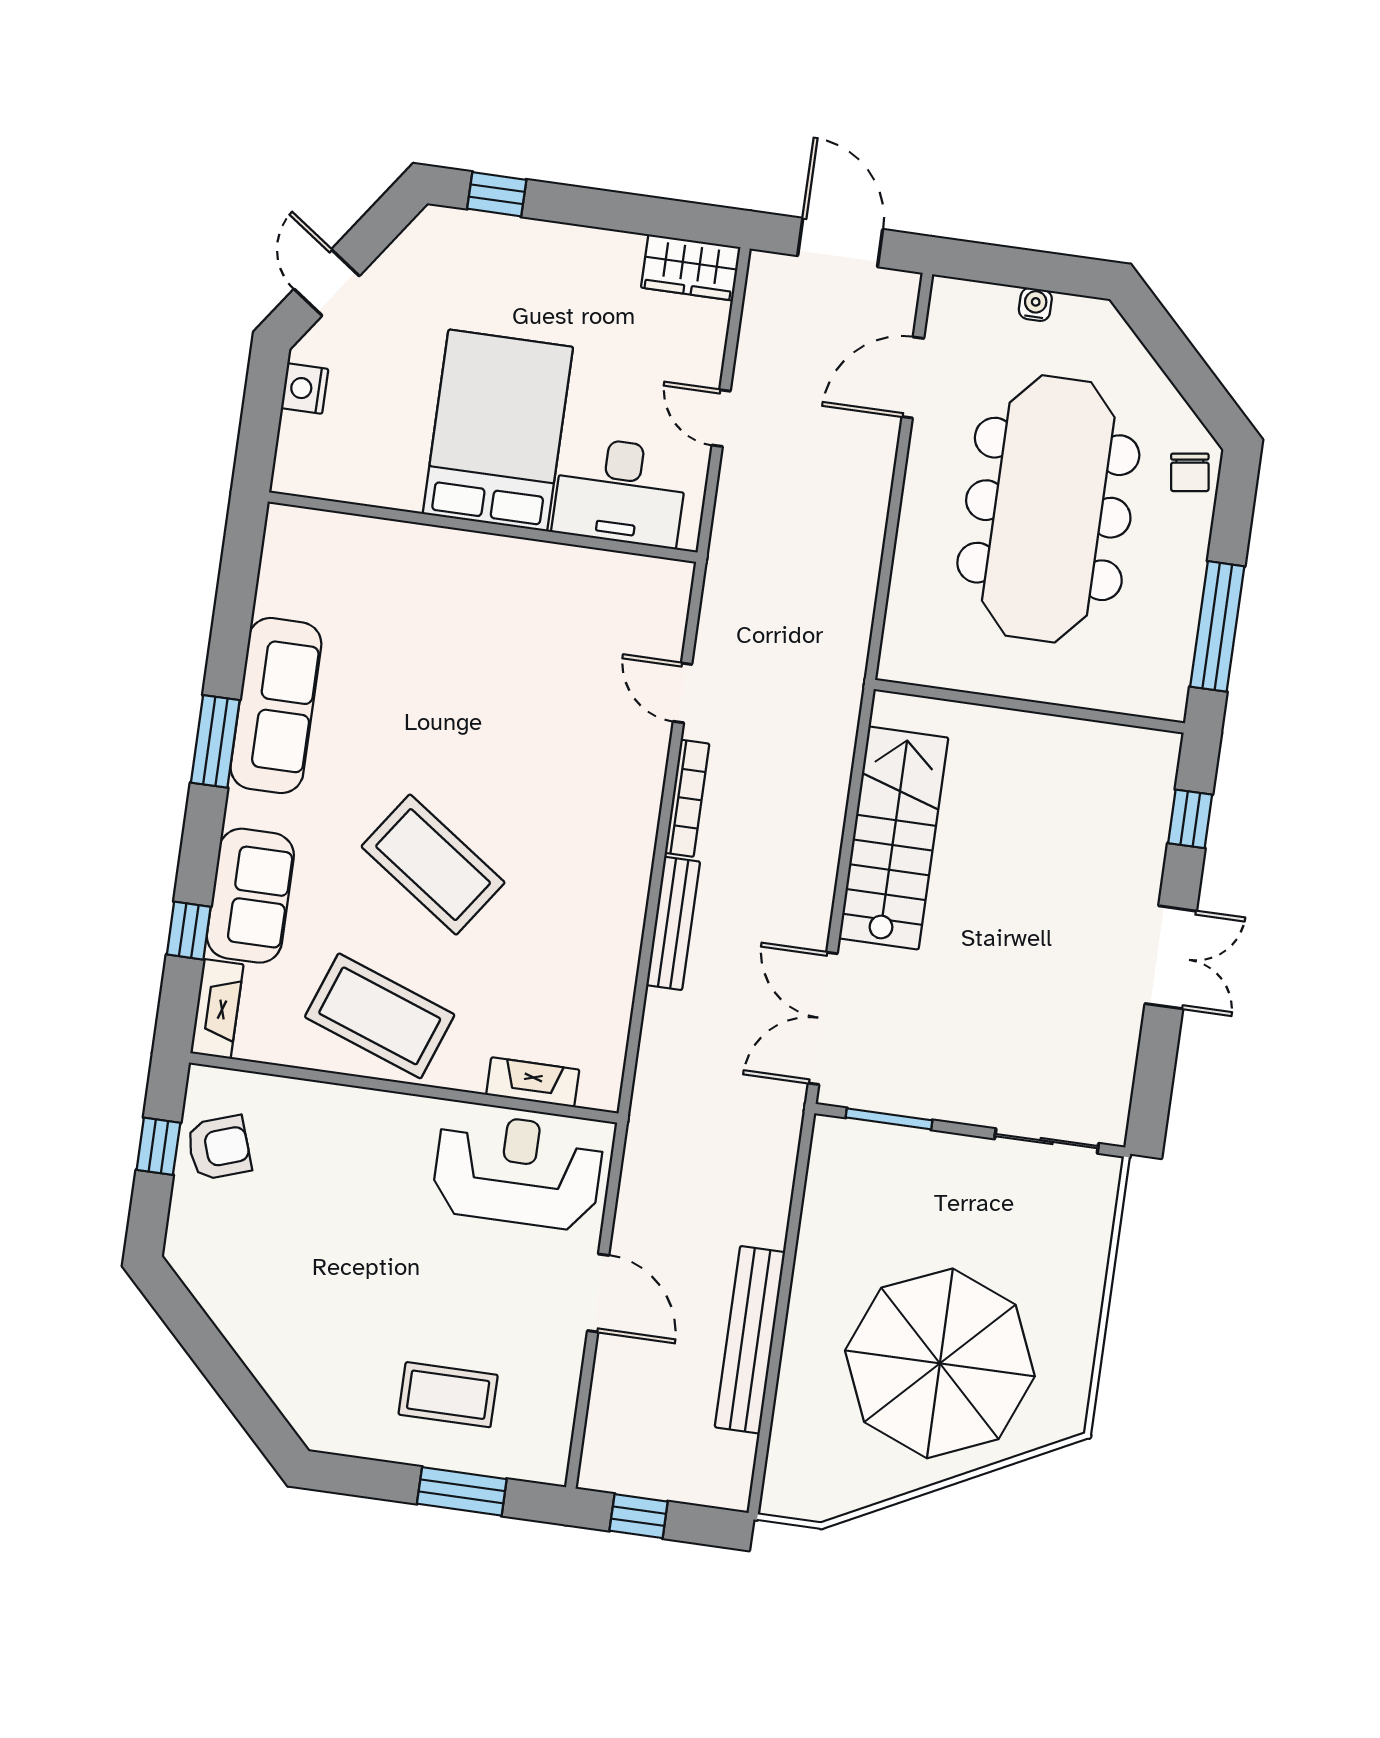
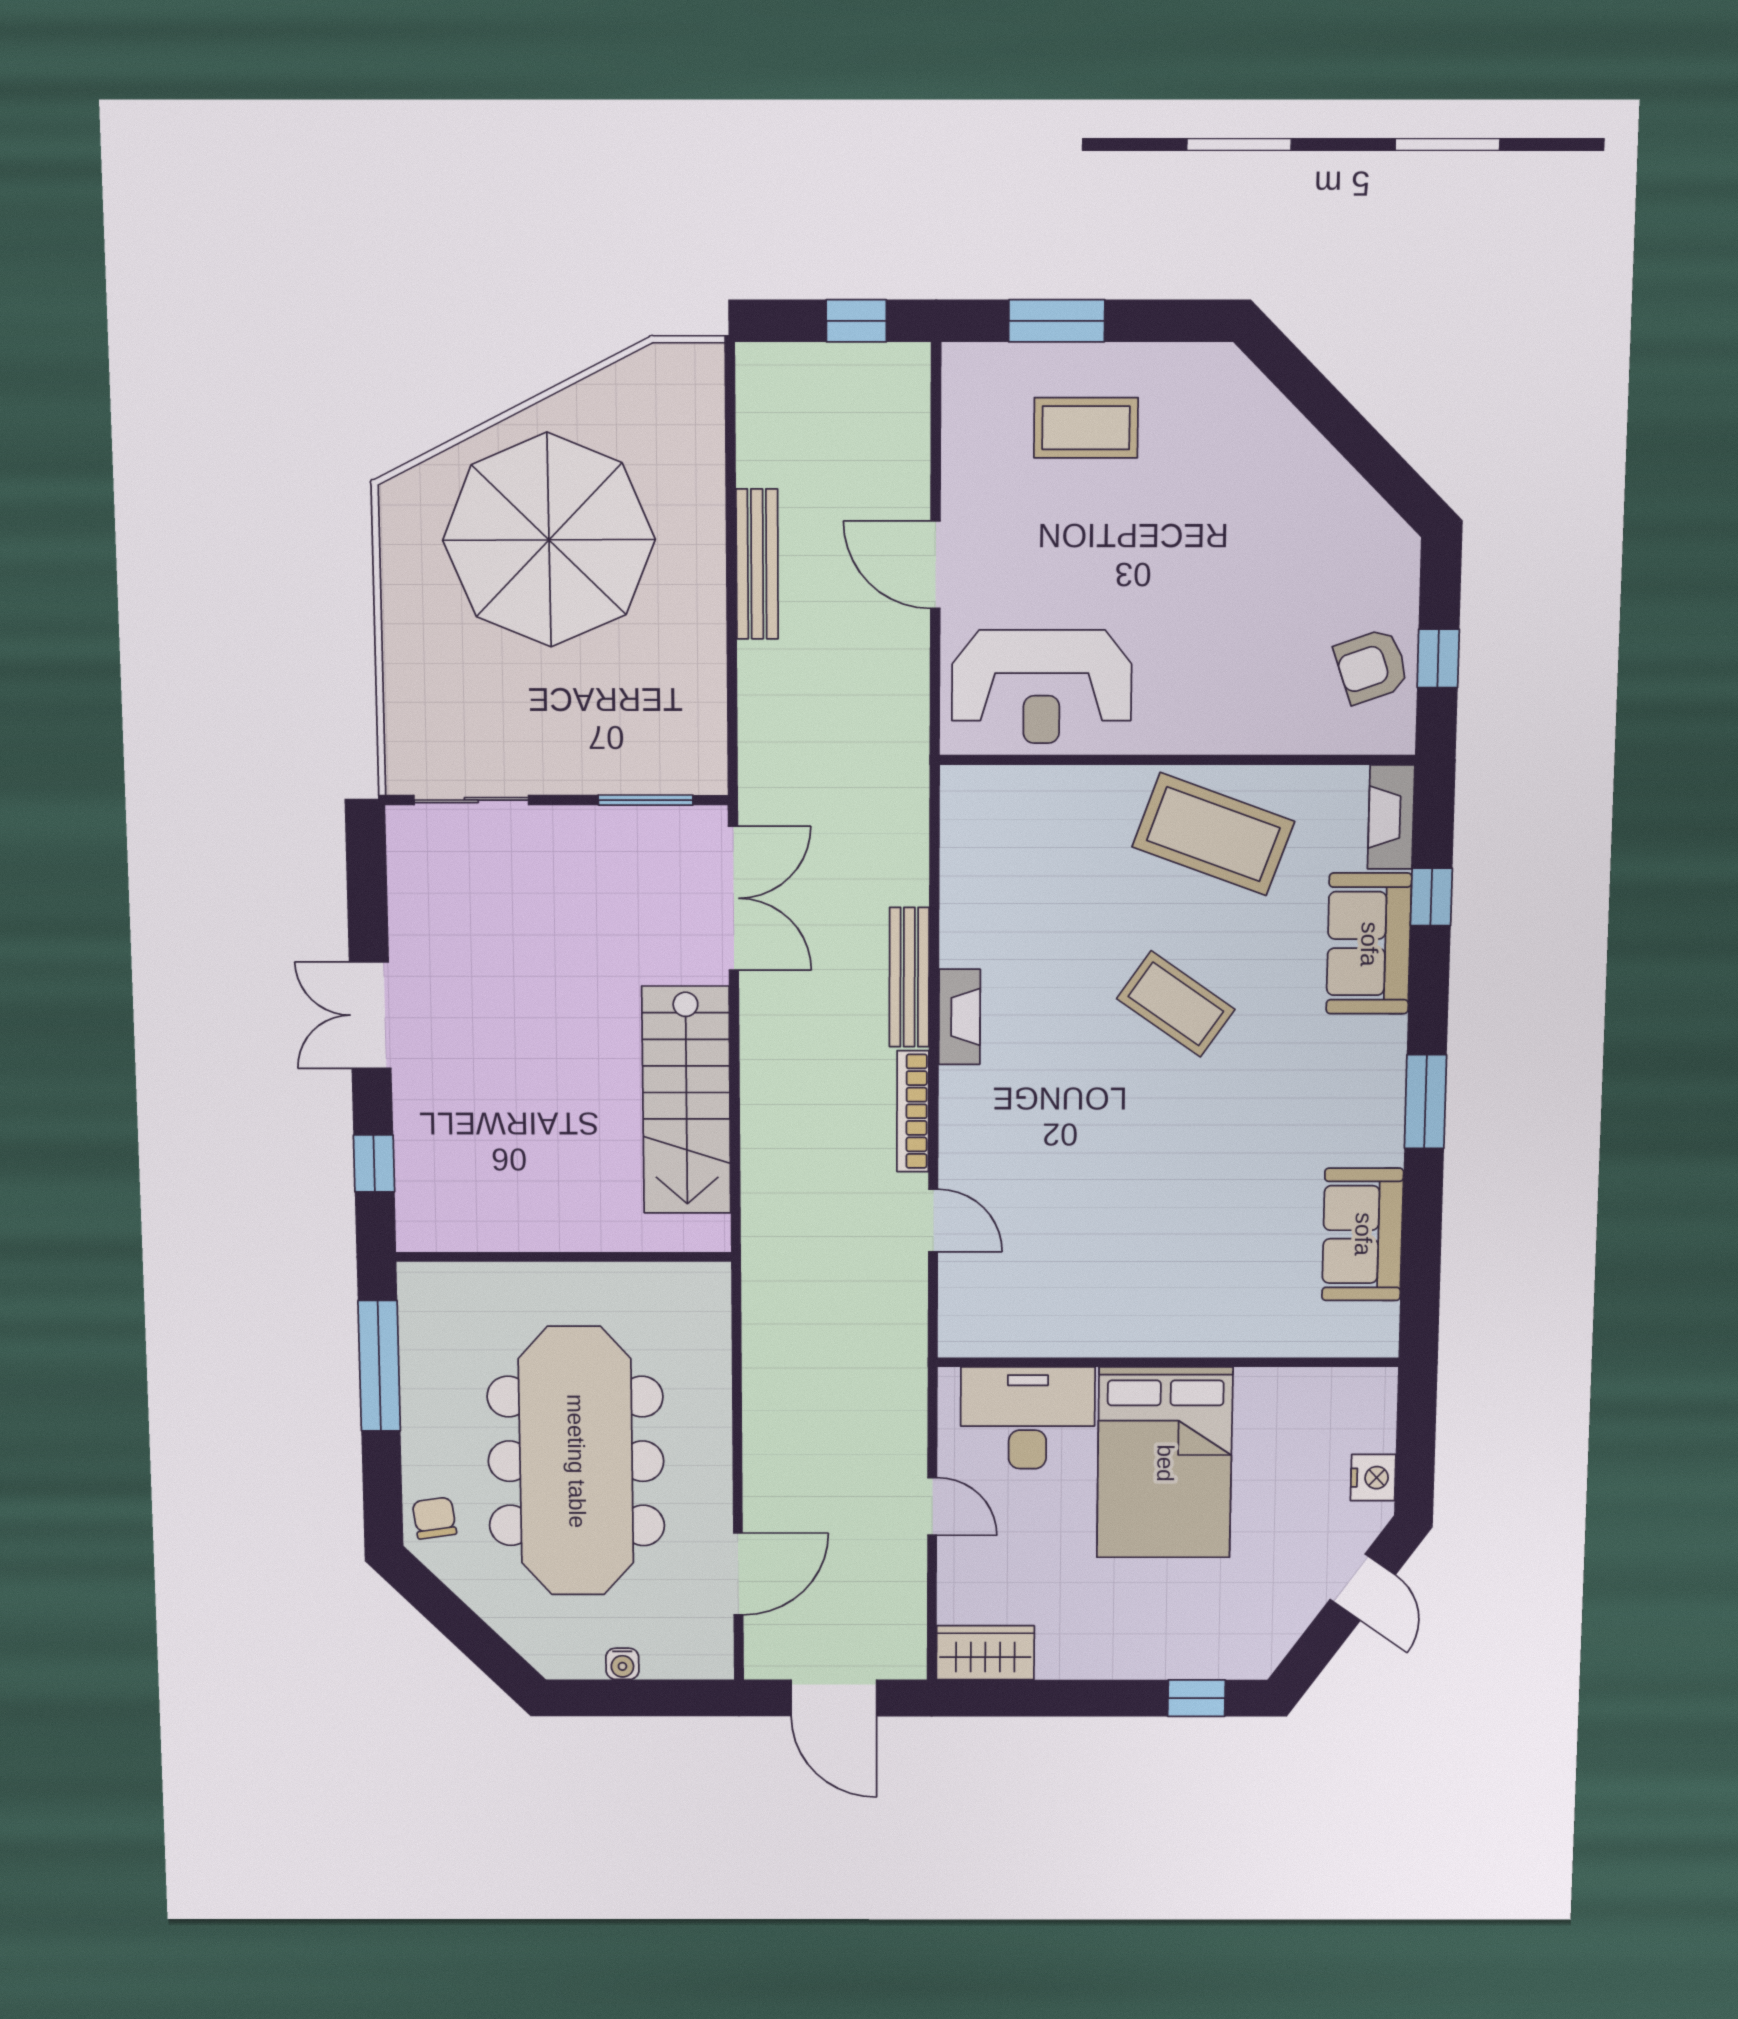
sofa: (276, 706) -> (1363, 1234), moved, width x0.73
coffee table: (433, 865) -> (1176, 1004), width x0.73, depth x0.76
fireplace: (533, 1082) -> (959, 1017), moved, turned -90
bench: (750, 1340) -> (757, 564), width x0.73, depth x0.82

